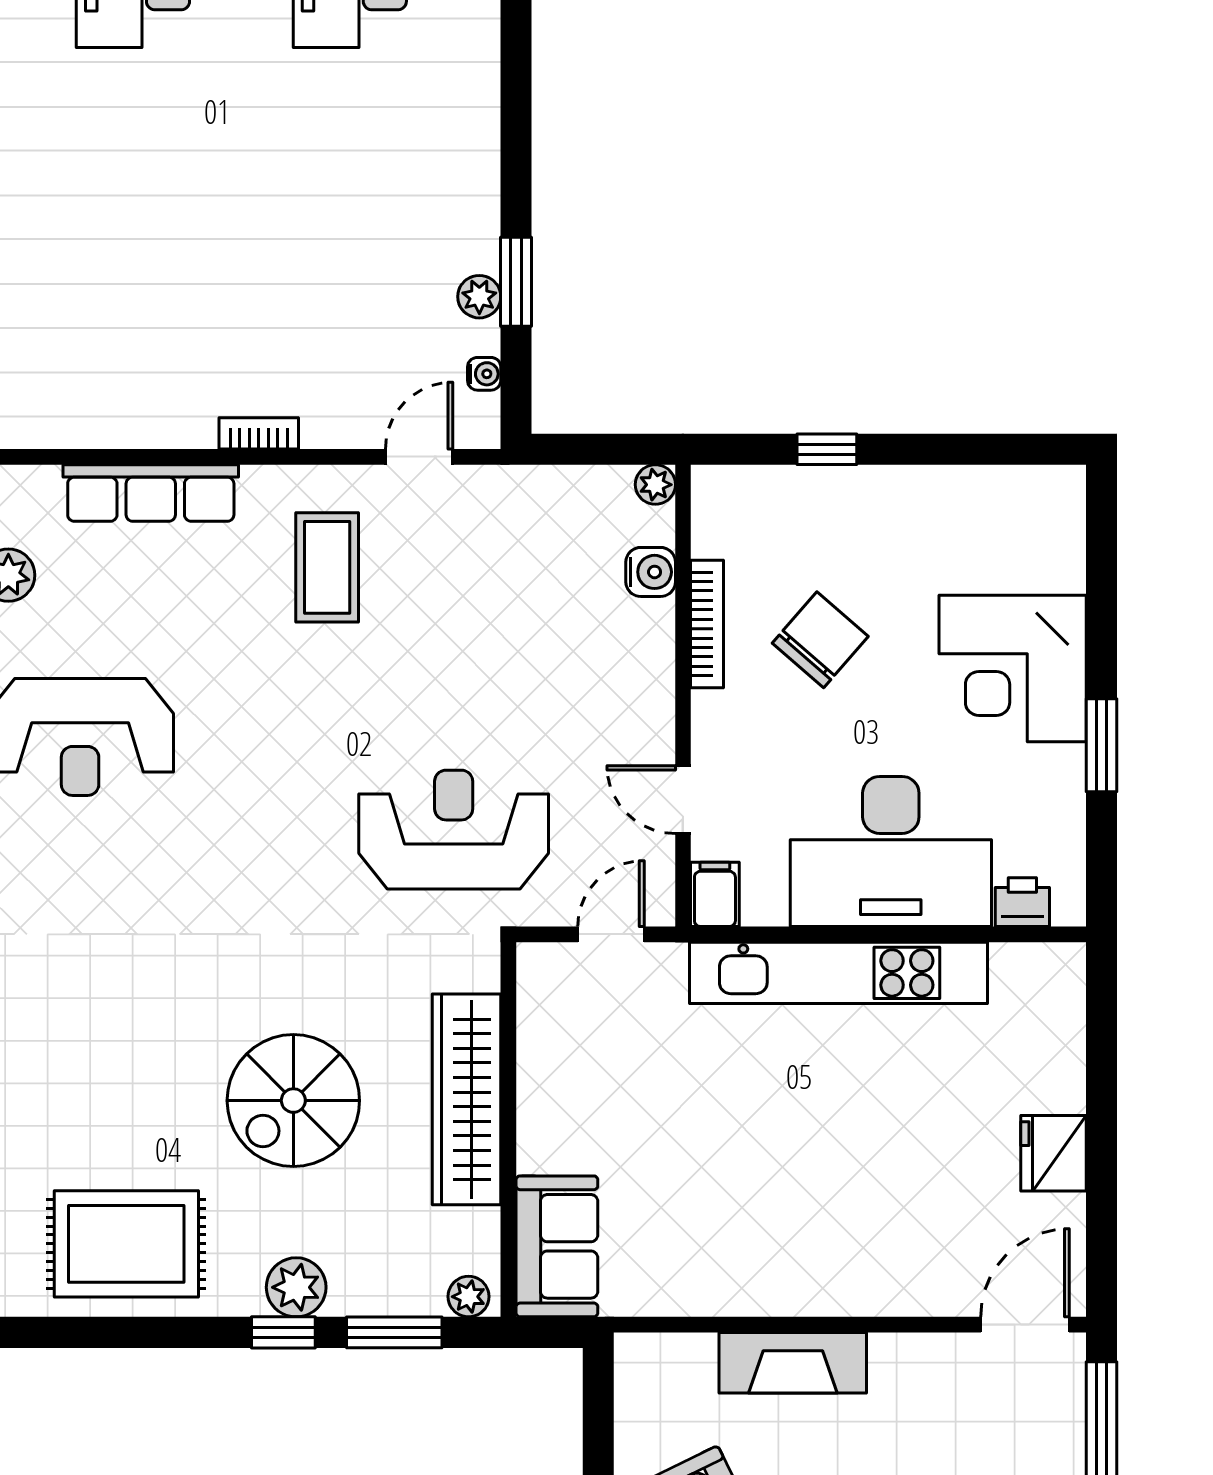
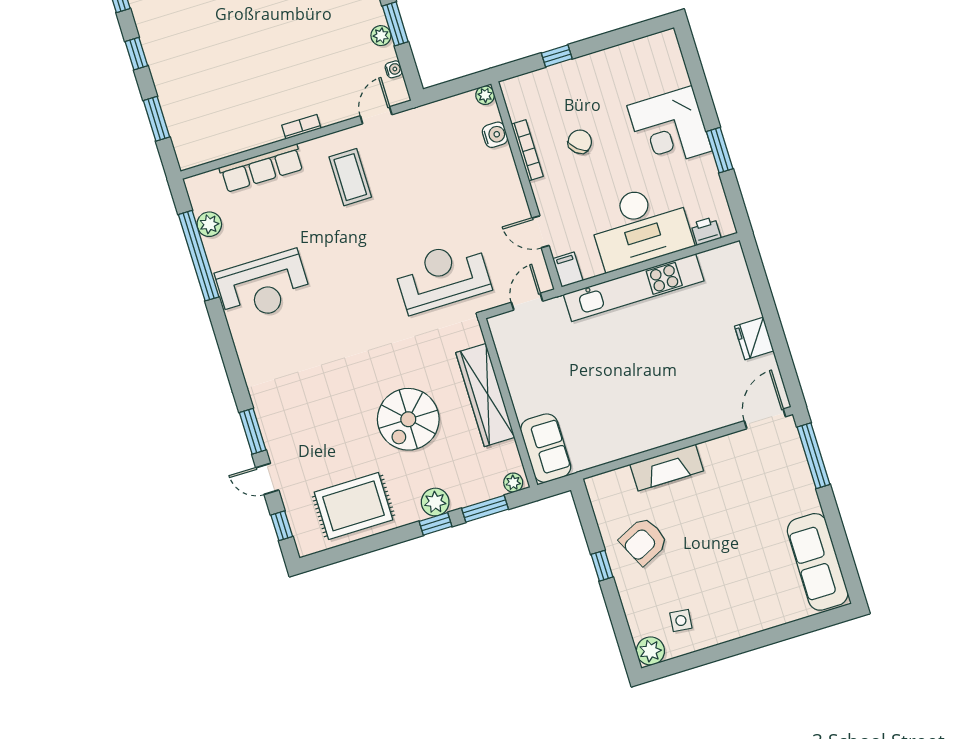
chair: (820, 640) -> (580, 142), width x0.73, depth x0.73

